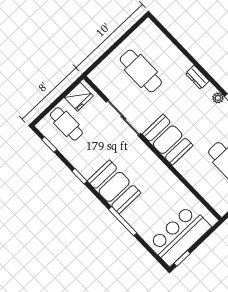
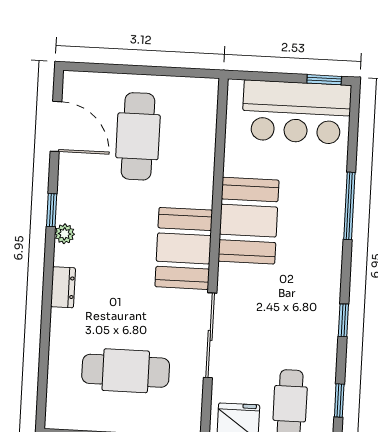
cafe table: (141, 71) -> (126, 371), turned 90
booth: (114, 187) -> (248, 221), moved

